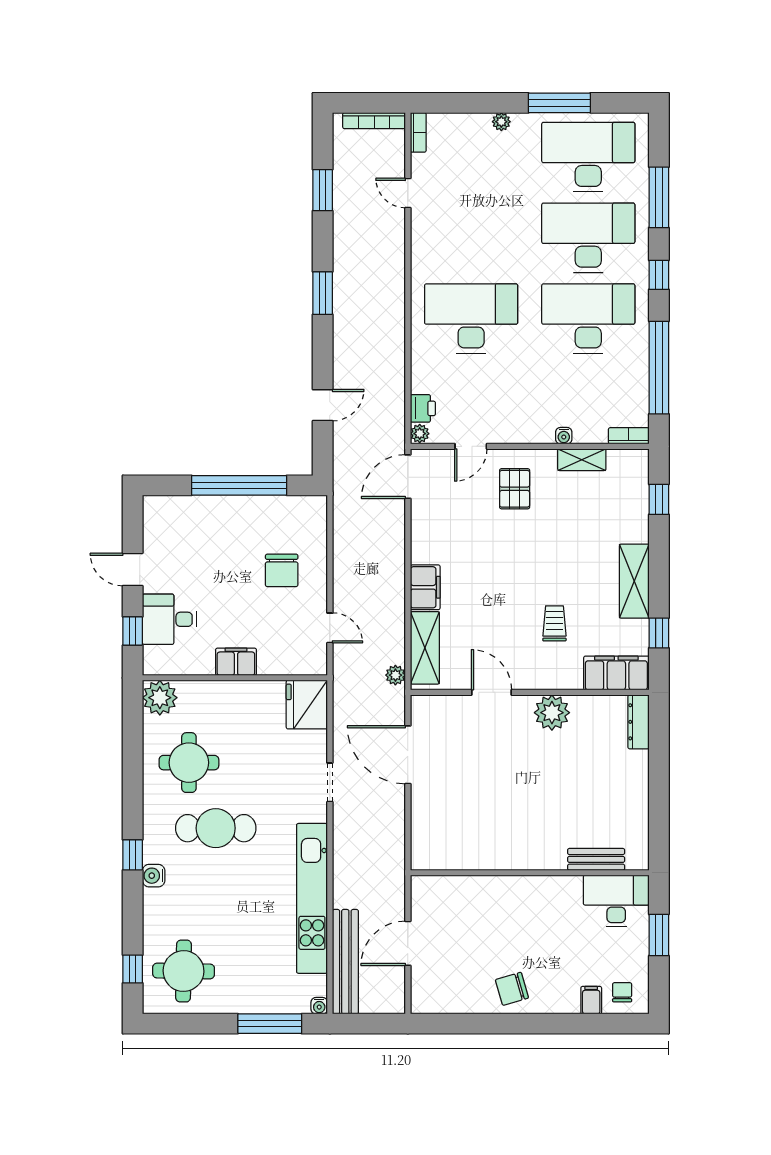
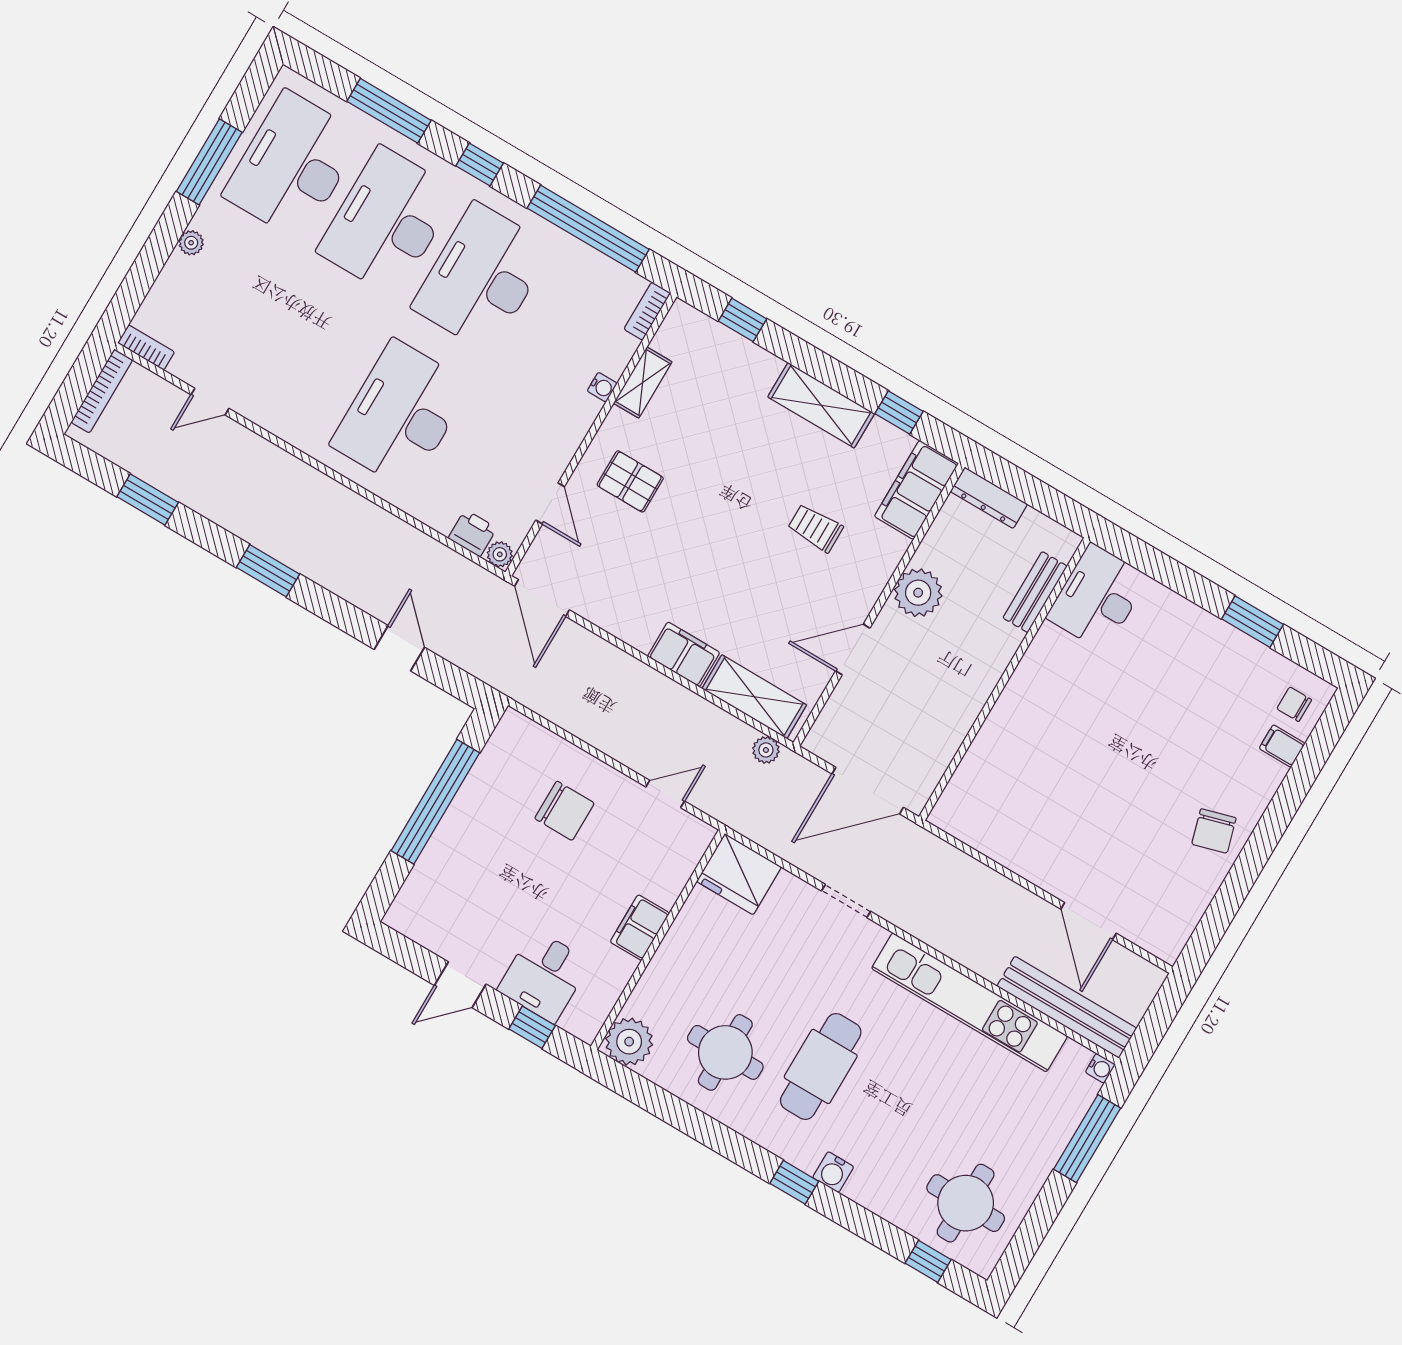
bench: (596, 859) -> (1035, 592), moved
wall: (530, 873) -> (1005, 679), moved
desk: (616, 901) -> (1098, 597), moved

